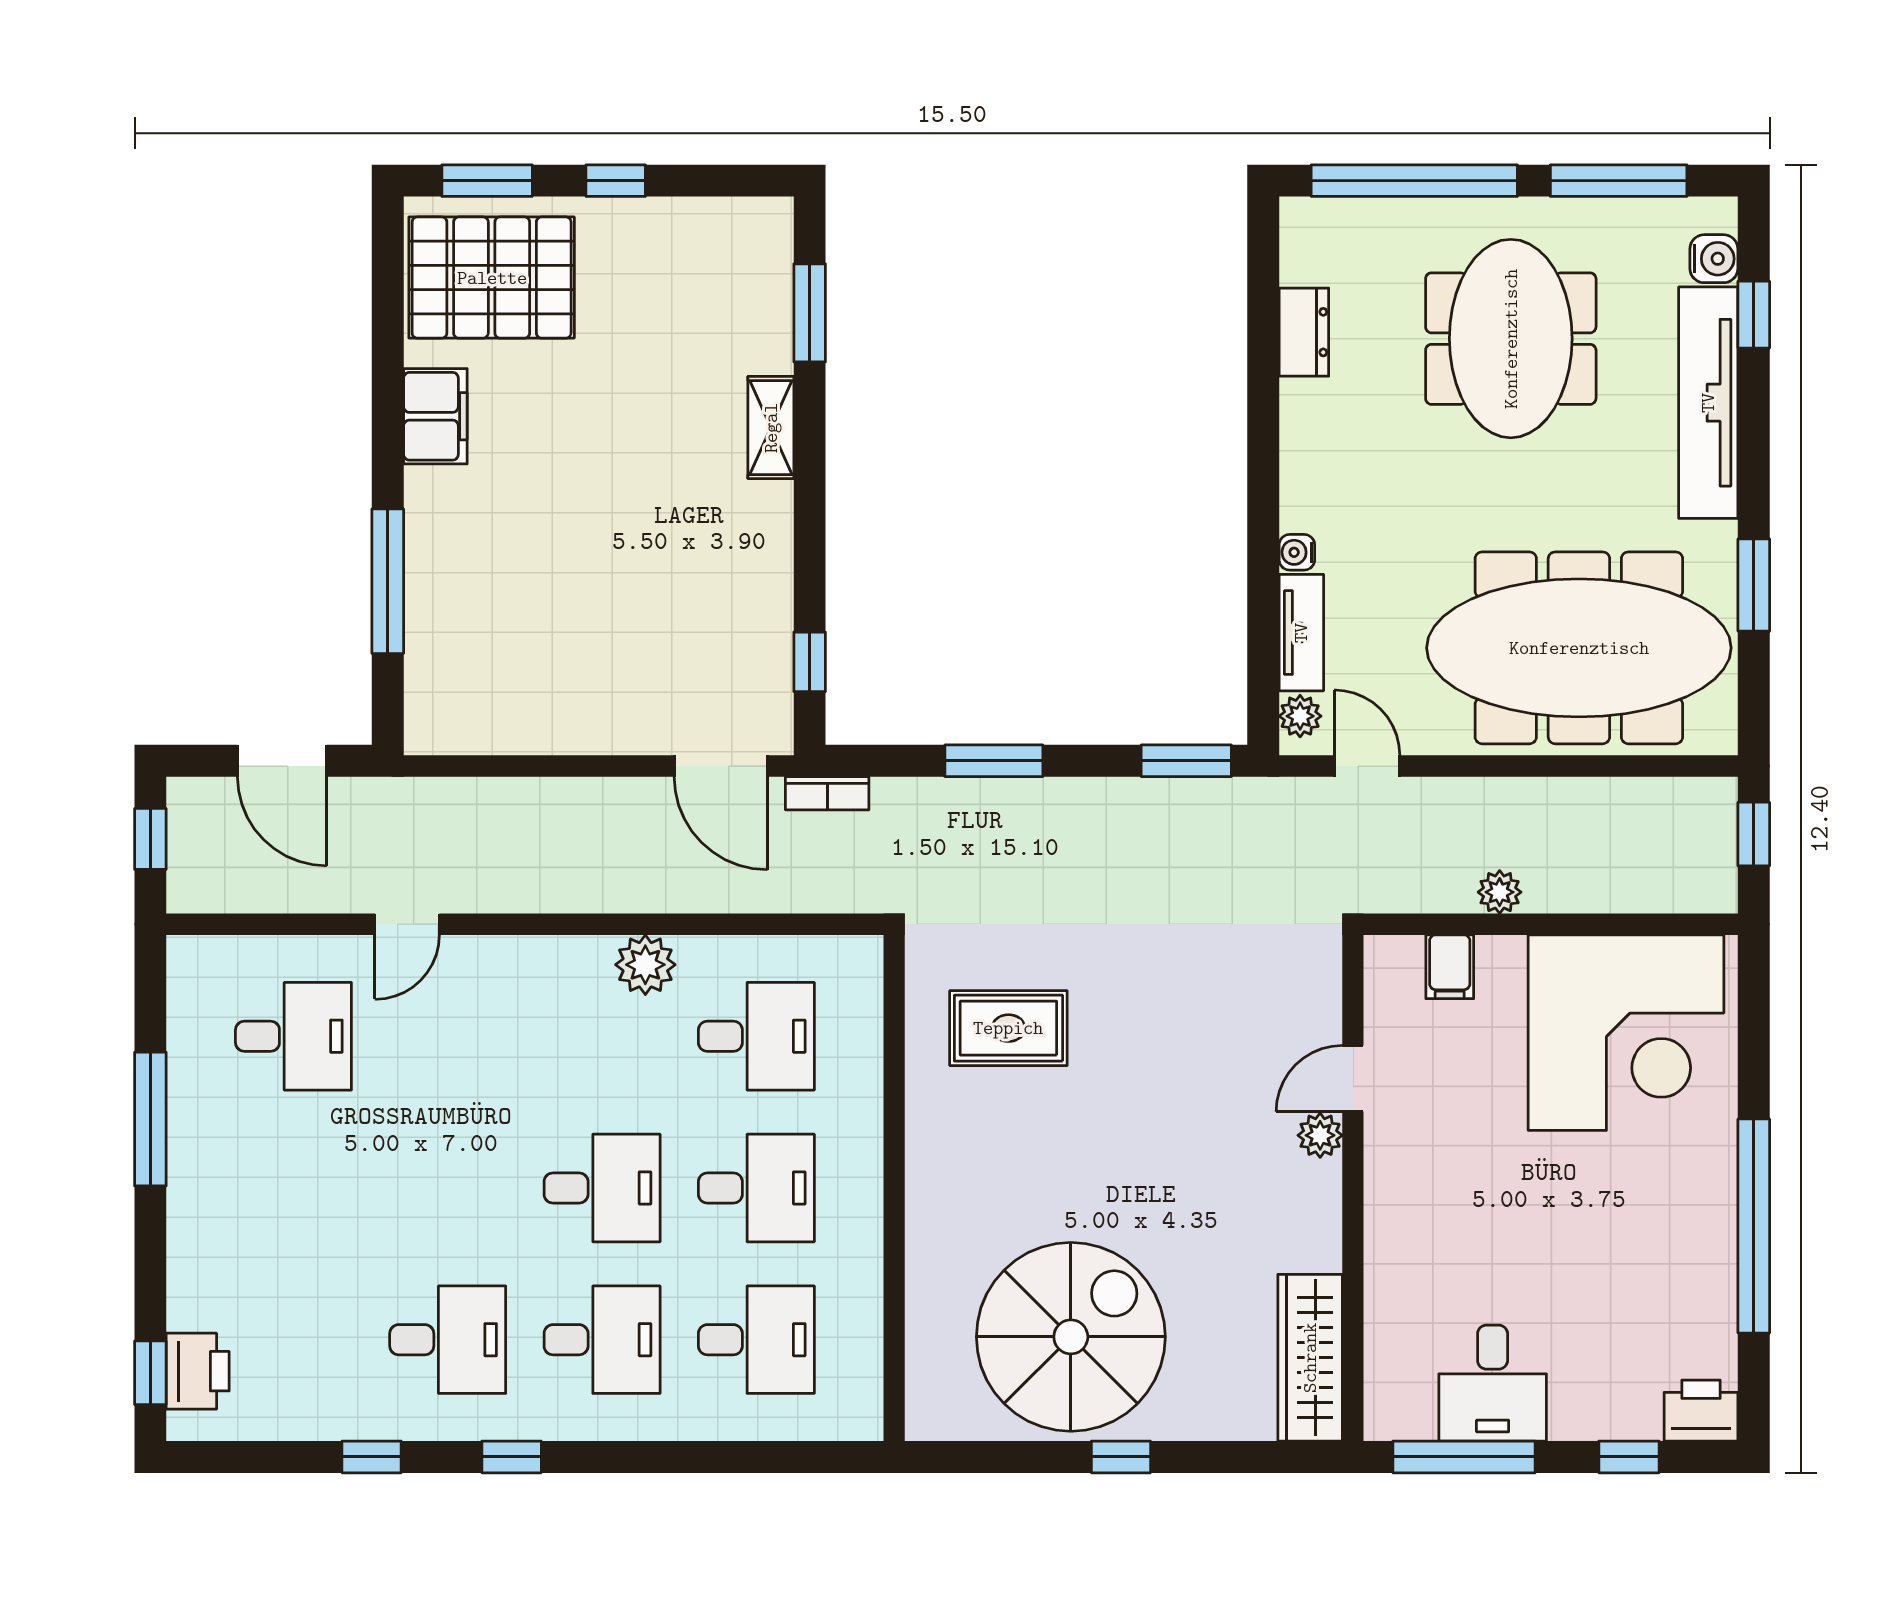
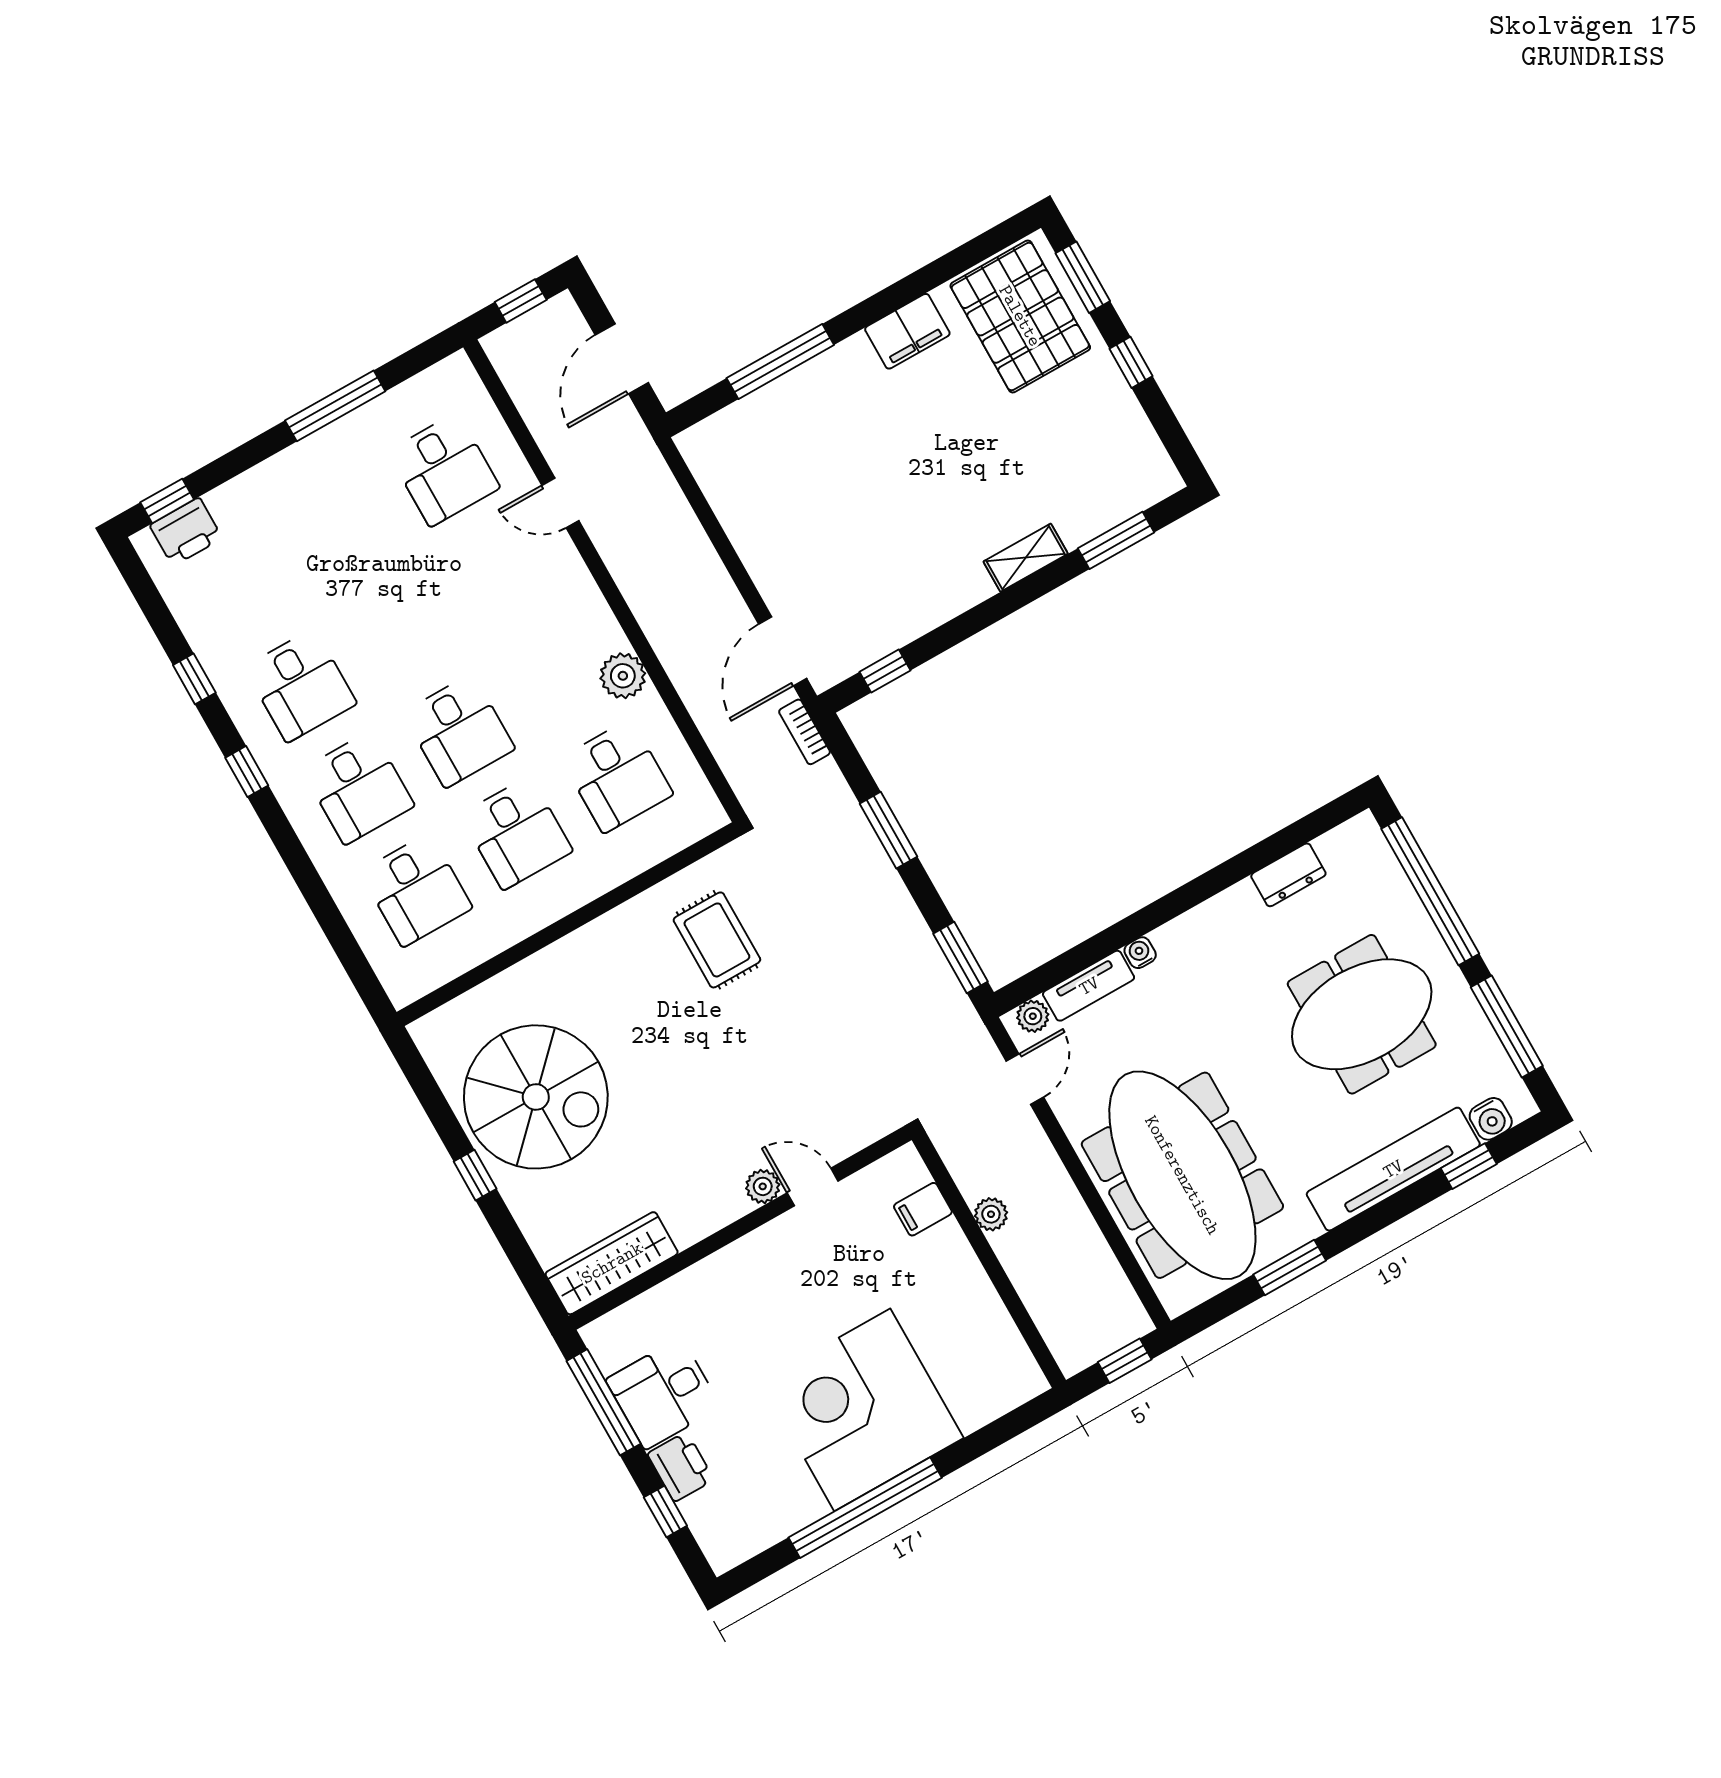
corner desk: (1626, 1033) -> (862, 1410), moved, turned 90
printer: (1701, 1411) -> (681, 1467), moved

